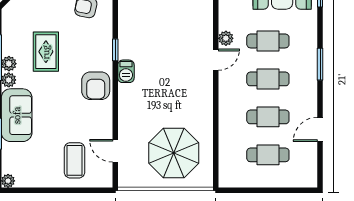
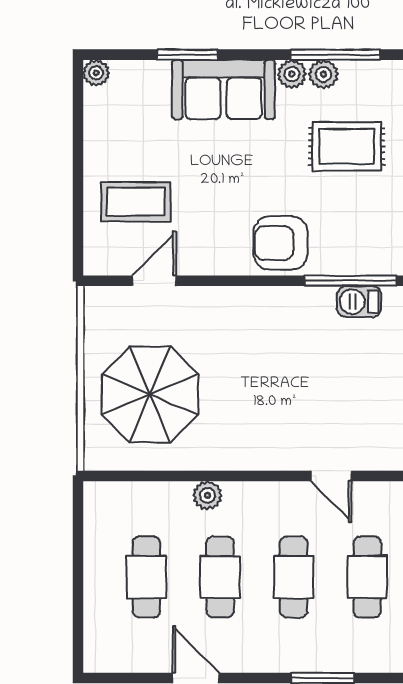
plant: (226, 38) -> (207, 495), moved
window: (115, 50) -> (350, 281), width x2.17
barbecue: (126, 71) -> (359, 302), moved

